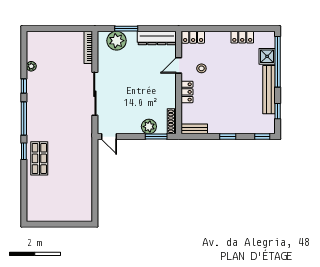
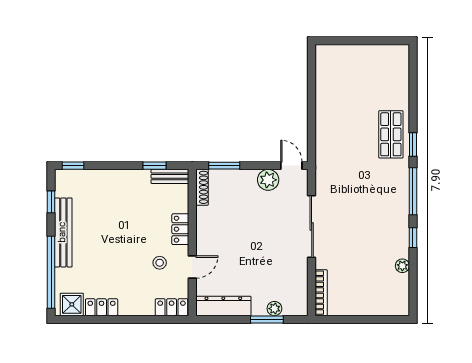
plant: (117, 41) -> (274, 309), width x0.53, depth x0.53
shower: (267, 56) -> (72, 304), moved
plant: (149, 127) -> (268, 180), moved
window: (228, 137) -> (154, 166), moved

